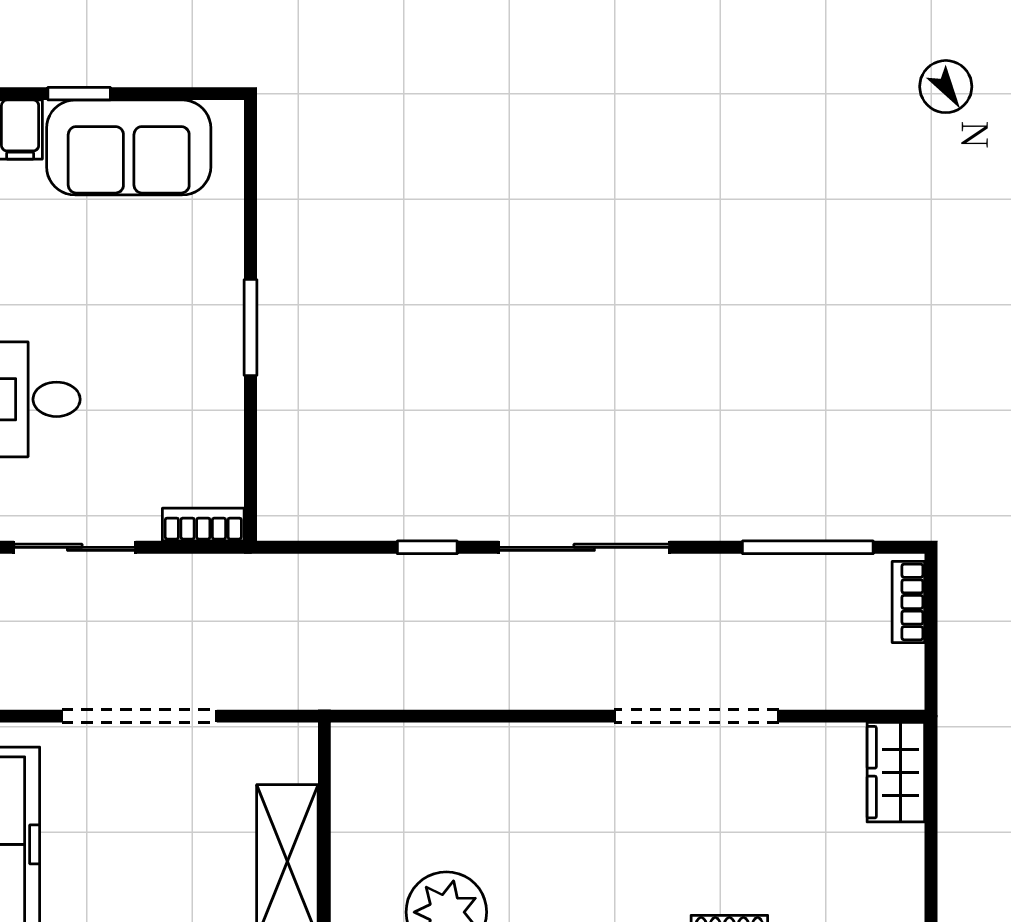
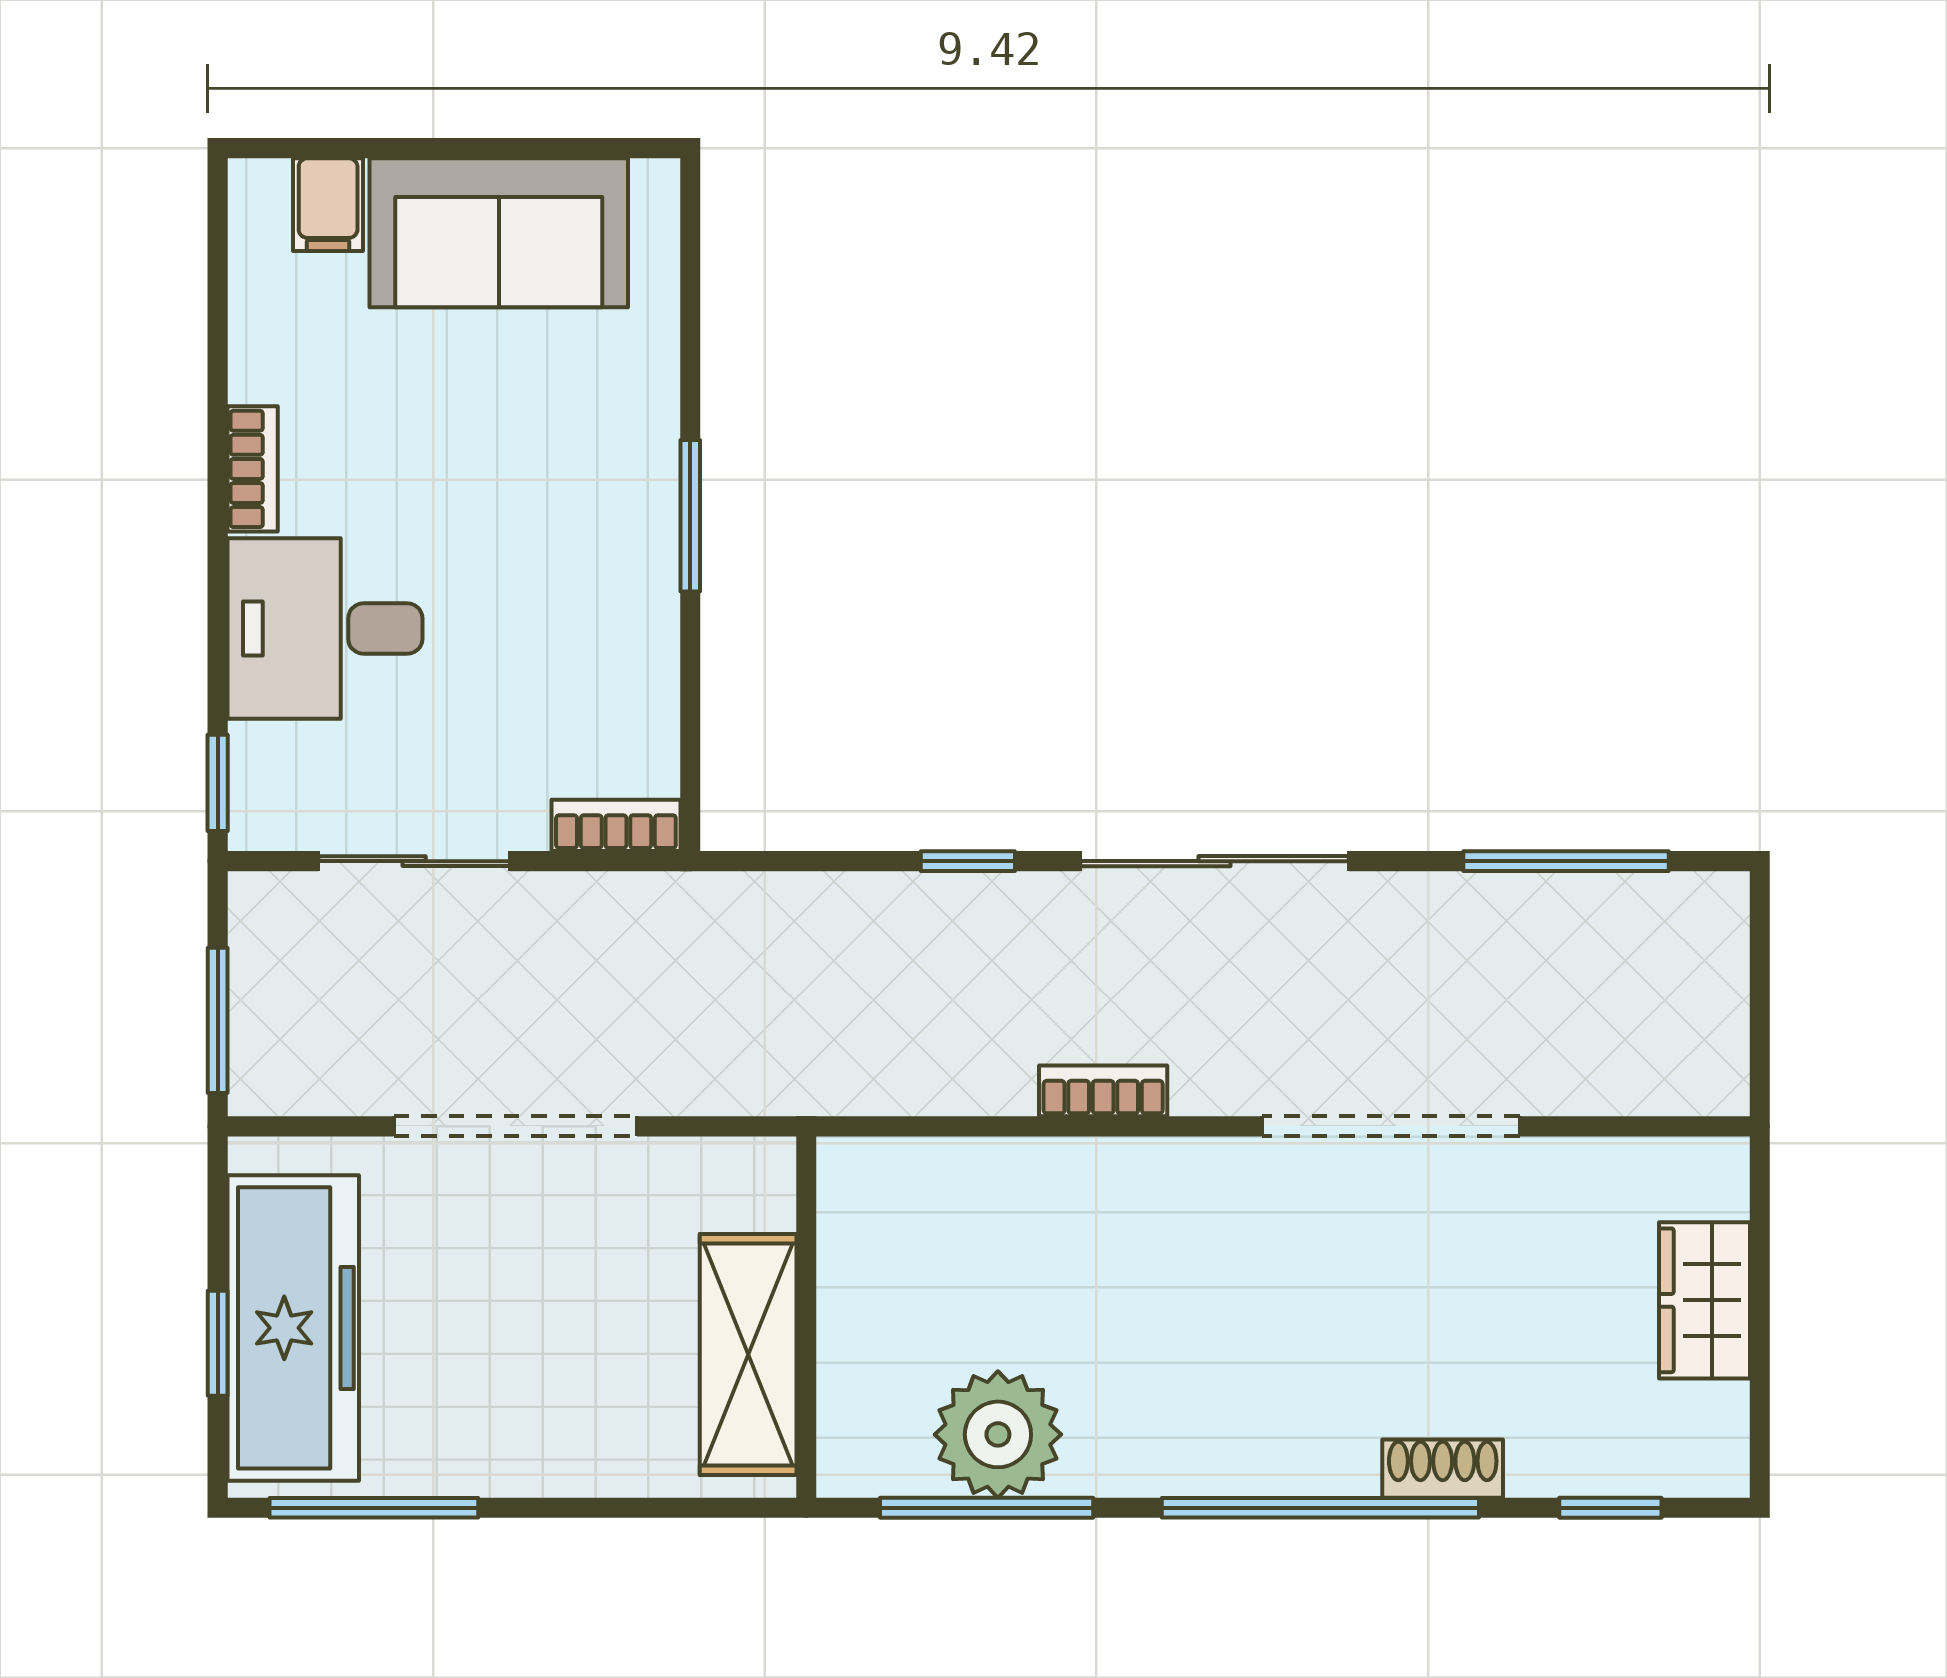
window: (79, 94) -> (421, 148), removed
bookcase: (908, 602) -> (1103, 1091), moved, turned 90
wardrobe: (896, 772) -> (1704, 1300), moved

